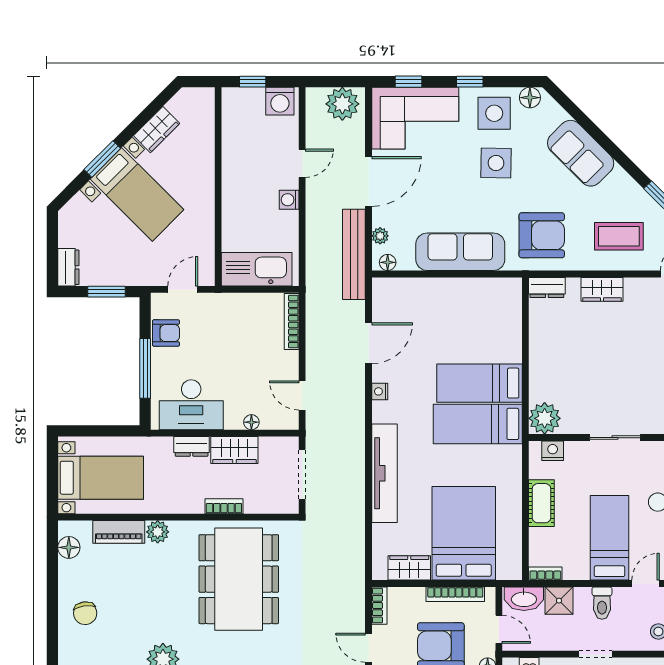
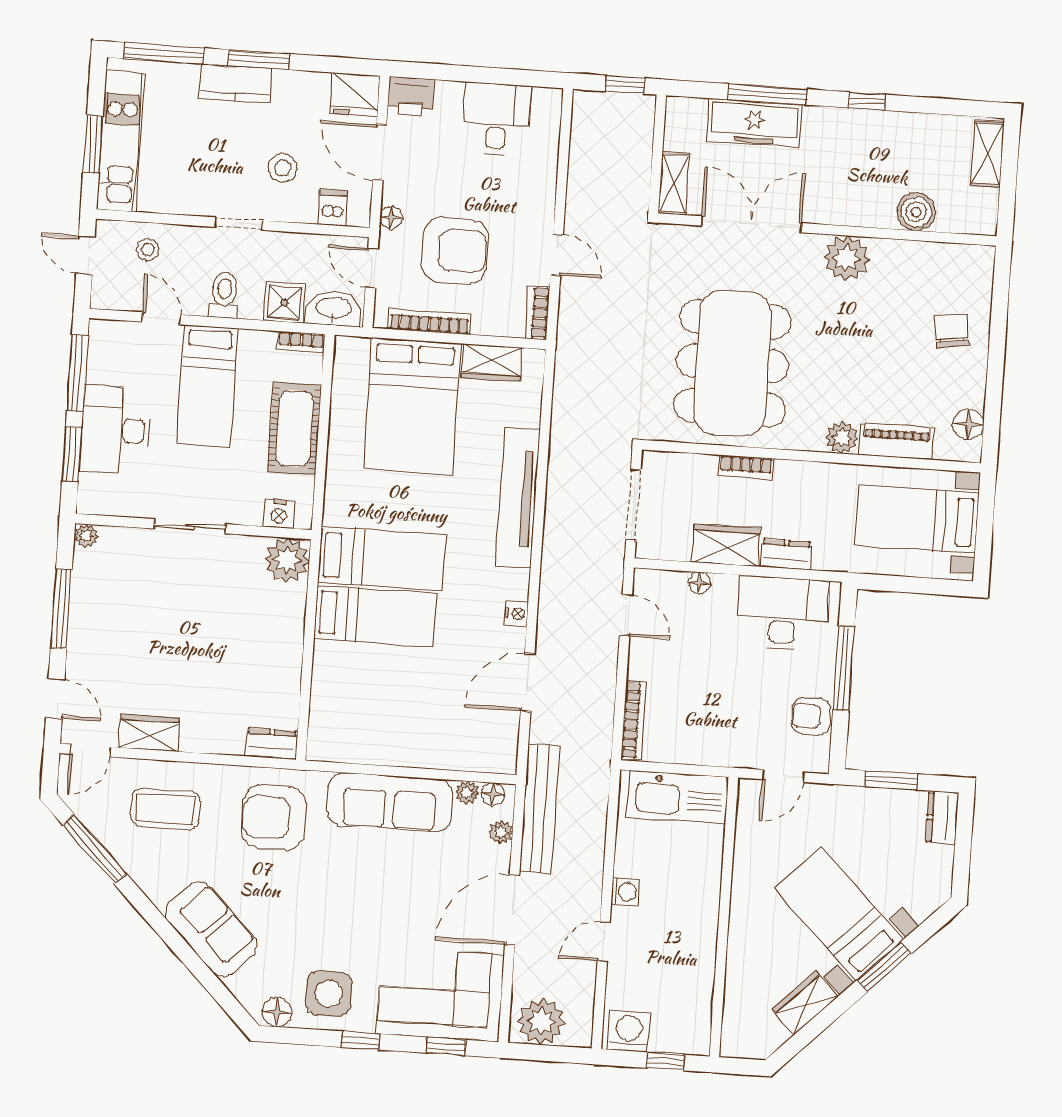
side table: (496, 163) -> (331, 924), removed
plant: (406, 262) -> (467, 793), added
wardrobe: (602, 289) -> (149, 733), moved
cot: (541, 503) -> (295, 429), width x1.37, depth x1.34
door: (645, 583) -> (161, 318), swing flipped

